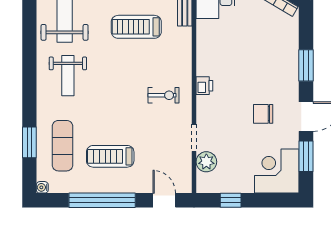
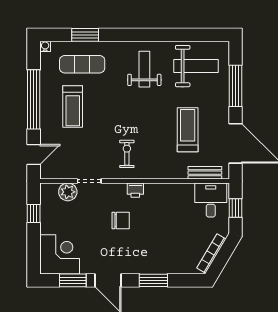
weight bench: (68, 76) -> (144, 69), turned 90
exercise bike: (163, 95) -> (127, 154), turned 180
chair: (263, 114) -> (121, 221), moved, turned 90
treadmill: (110, 156) -> (73, 107), turned 180

